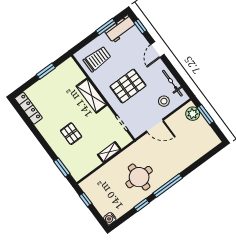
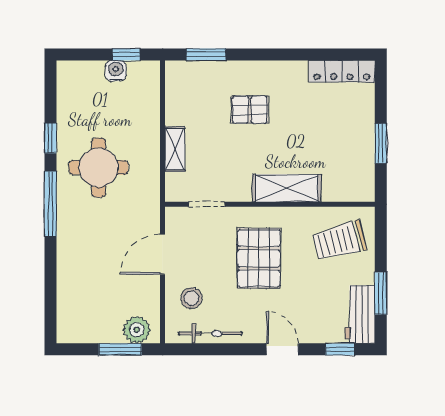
trolley: (97, 59) -> (339, 241), turned 75
water cooler: (110, 218) -> (116, 71), moved

